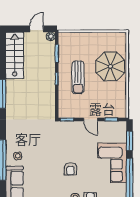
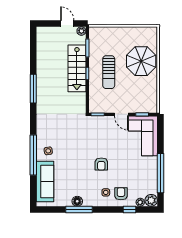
door: (37, 29) -> (67, 23), hinge flipped
stairs: (15, 55) -> (77, 68), moved, turned 180
window: (130, 141) -> (160, 136), removed
corner sofa: (112, 163) -> (143, 136), moved

